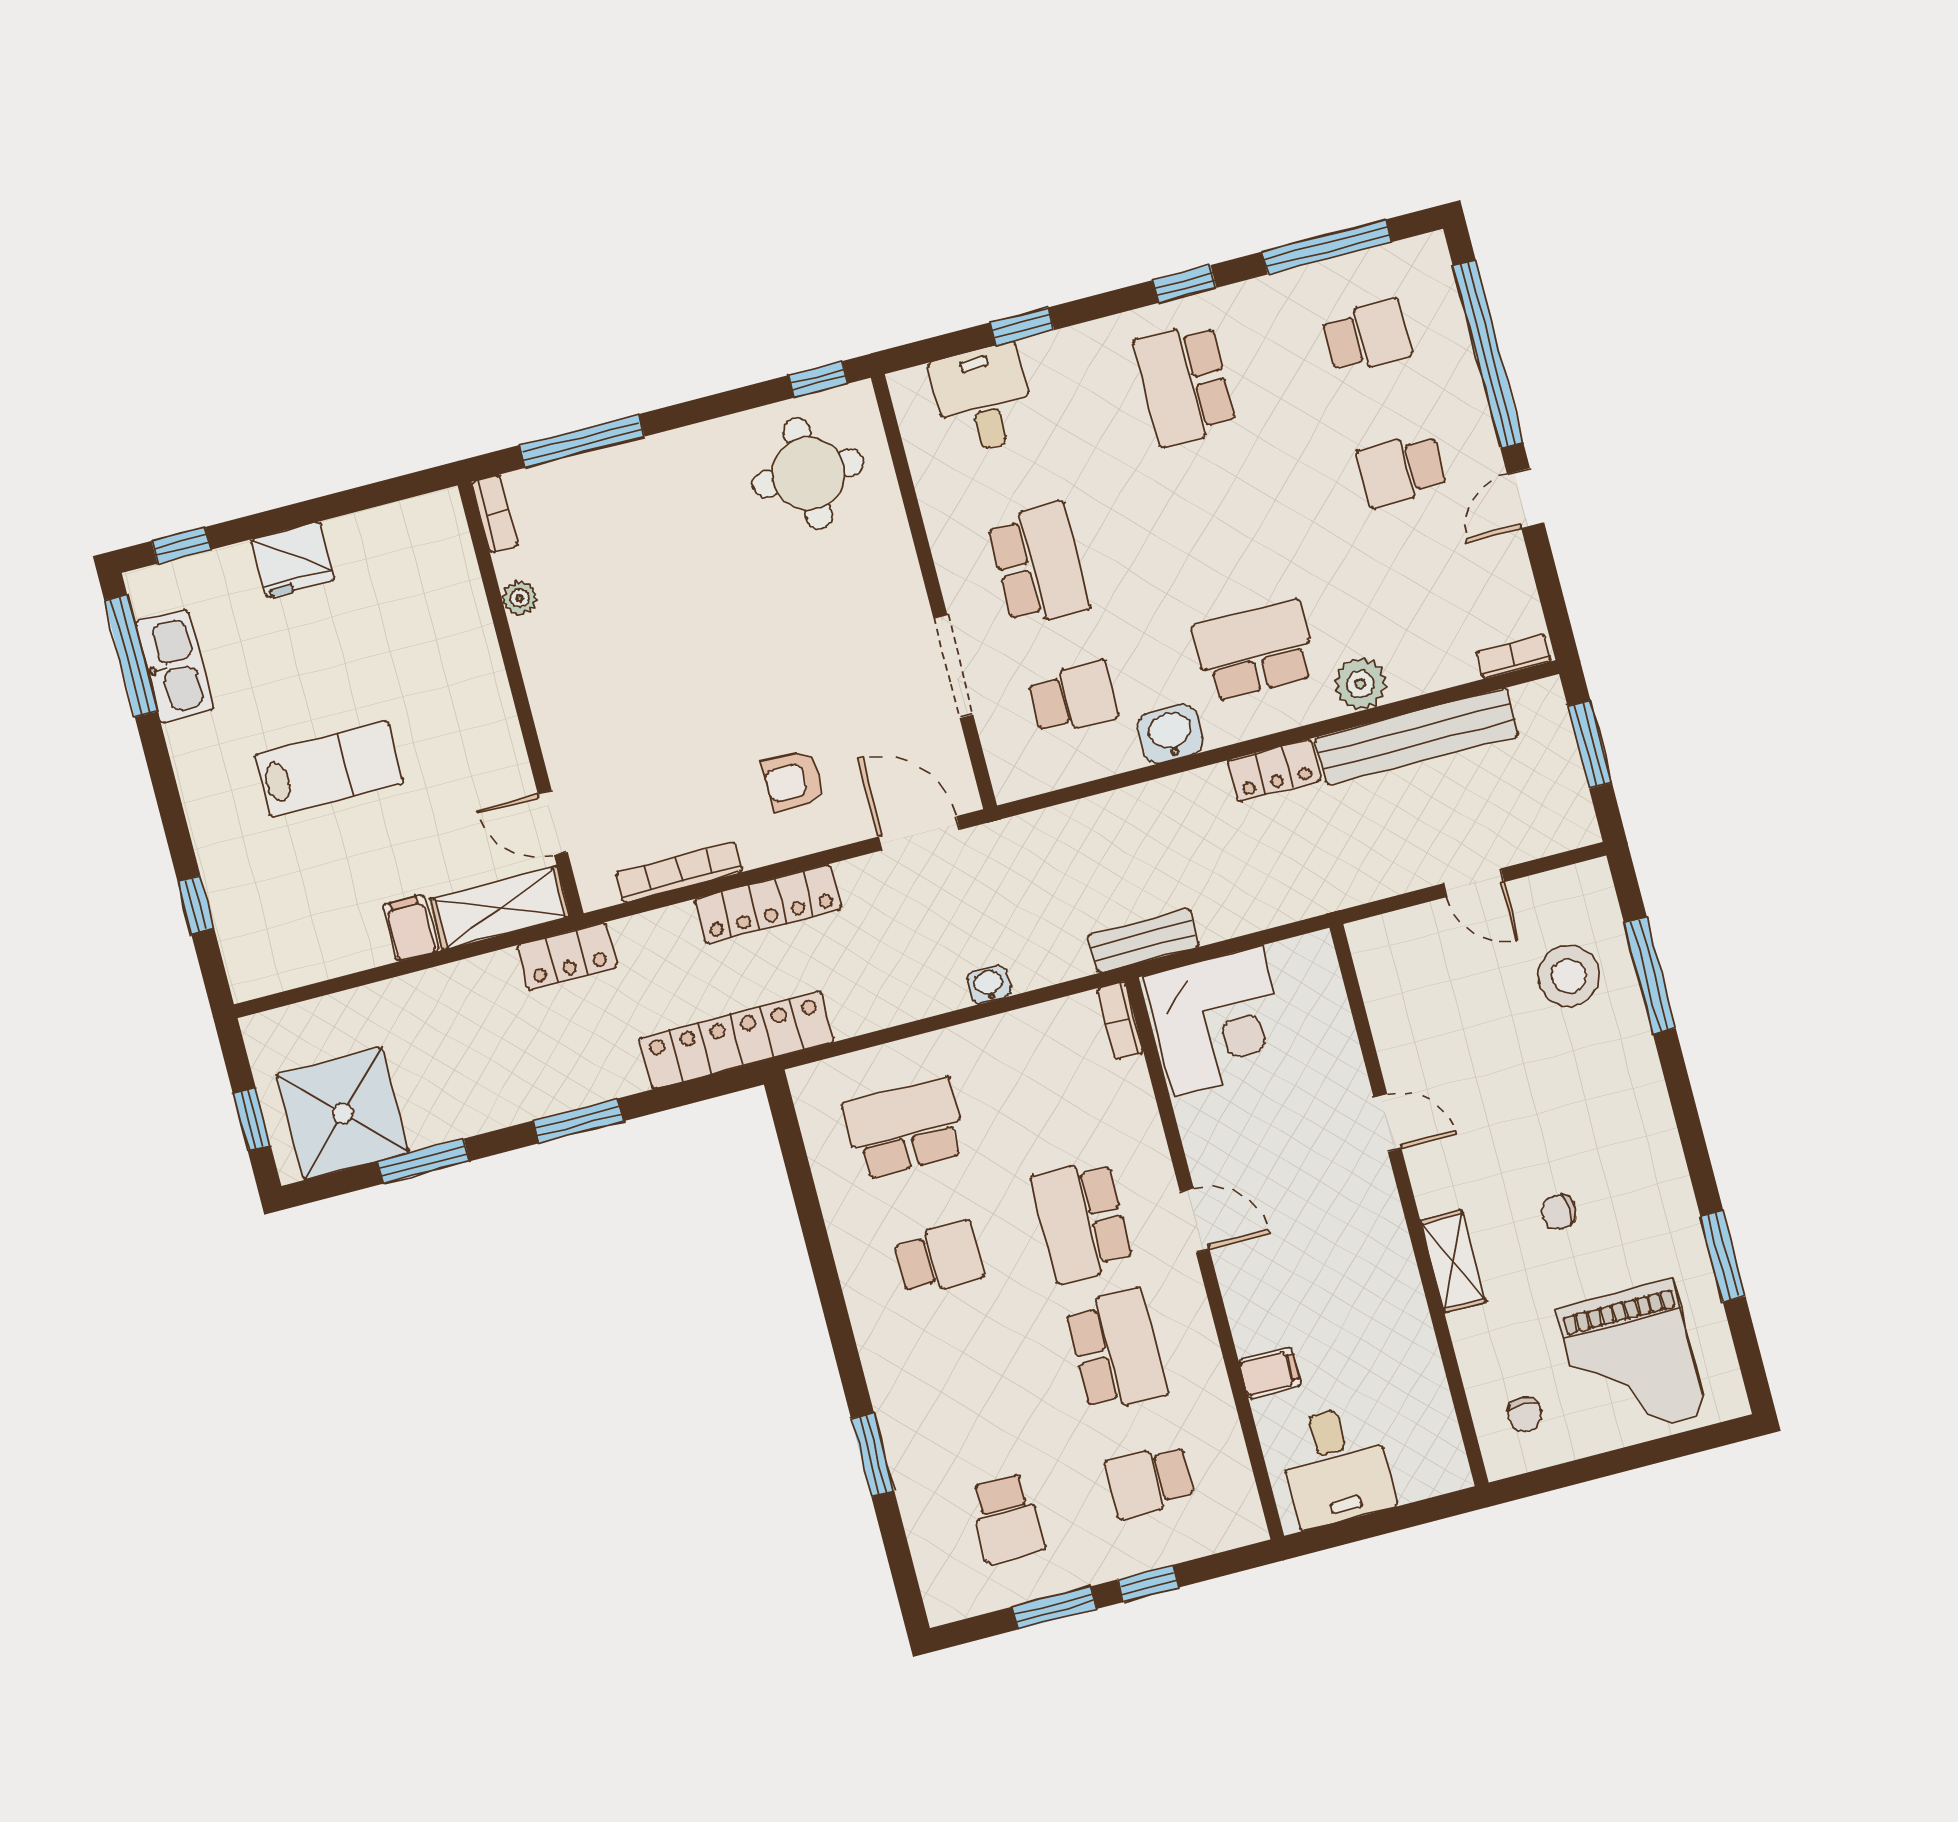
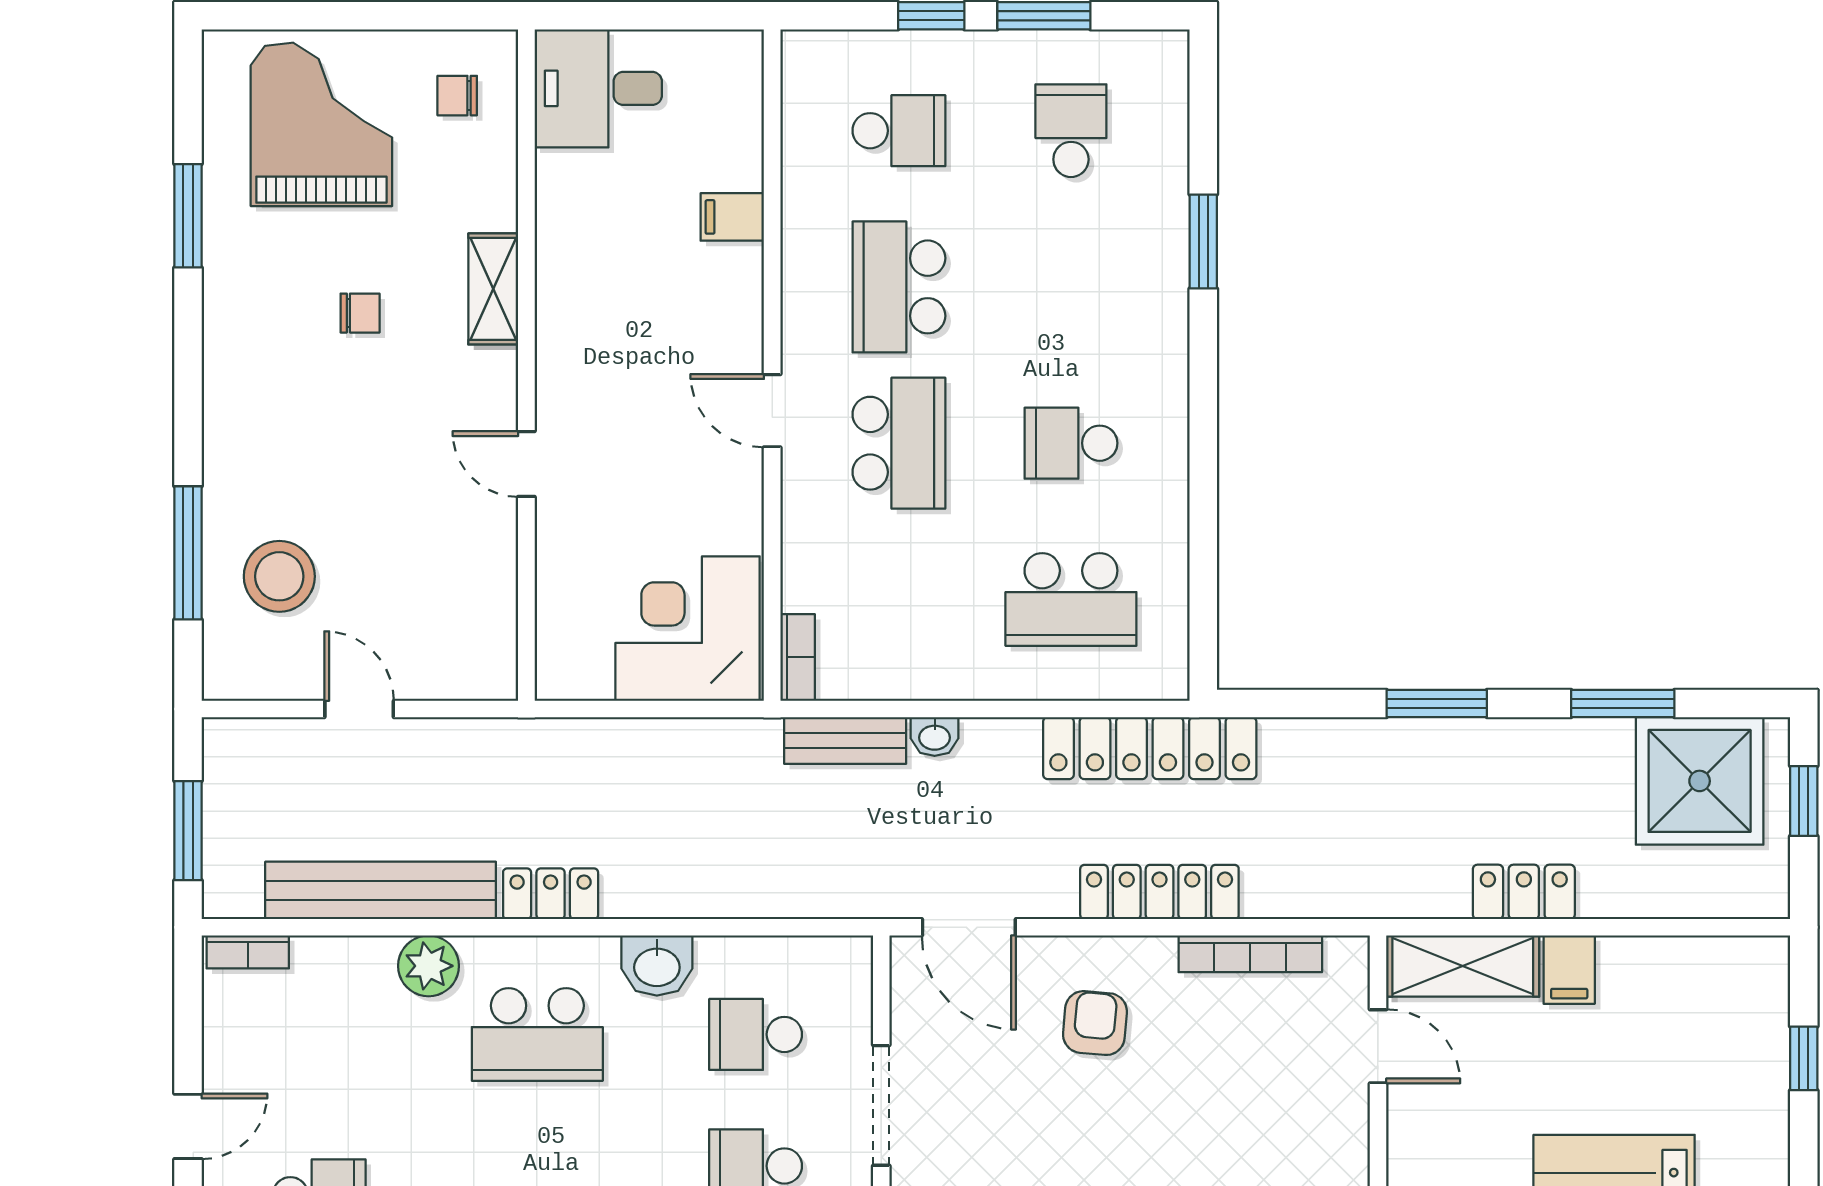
armchair: (793, 781) -> (1095, 1023), turned -85
bench: (1144, 941) -> (845, 740), moved
locker: (567, 956) -> (1524, 892), moved
locker: (736, 1040) -> (1150, 748), moved
chair: (1525, 1414) -> (457, 96), turned -90
desk: (1336, 1466) -> (598, 88), moved, turned -90

